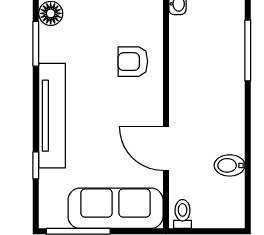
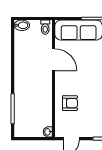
bidet: (230, 165) -> (22, 25), moved

